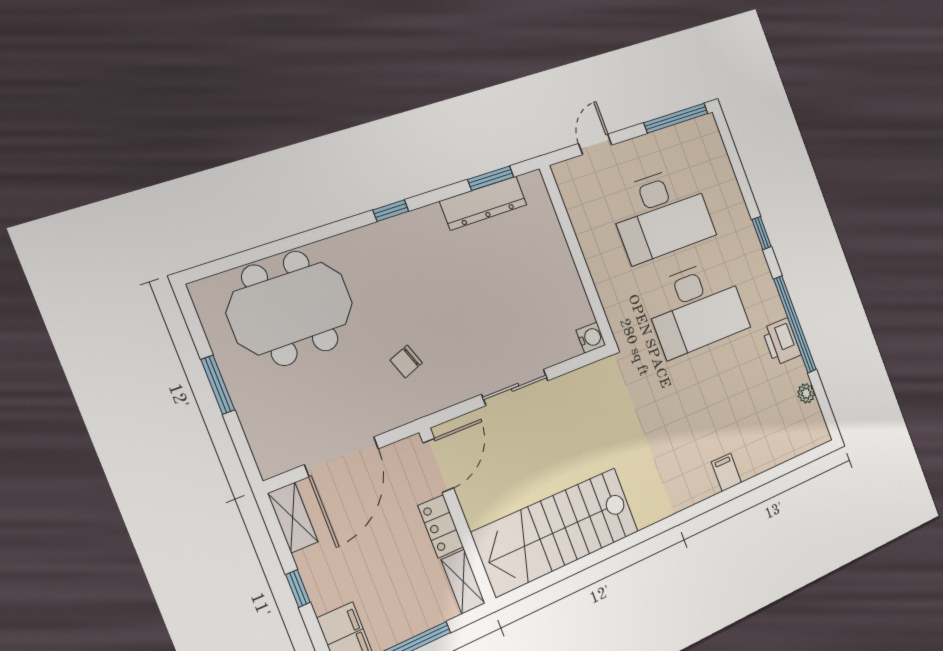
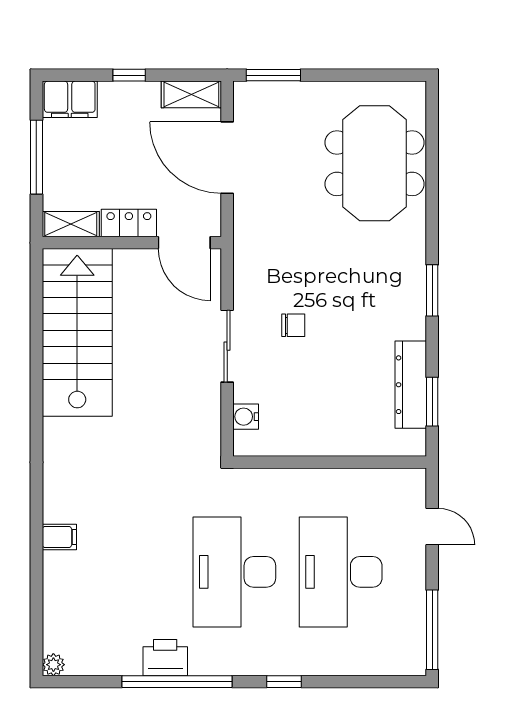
window: (391, 211) -> (432, 290), width x1.50
water cooler: (591, 338) -> (246, 417), moved, turned 90
chair: (406, 361) -> (293, 325), moved, turned 110
window: (218, 385) -> (273, 75), moved
plant: (806, 393) -> (53, 665), moved

